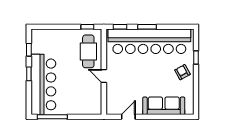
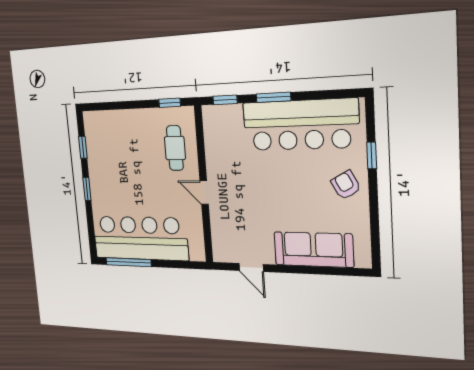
bar counter: (149, 41) -> (300, 125), width x0.73
cafe table: (88, 51) -> (175, 148), width x0.73, depth x0.74
bar counter: (43, 84) -> (140, 238), moved, turned -90
door: (128, 117) -> (251, 268), swing flipped

